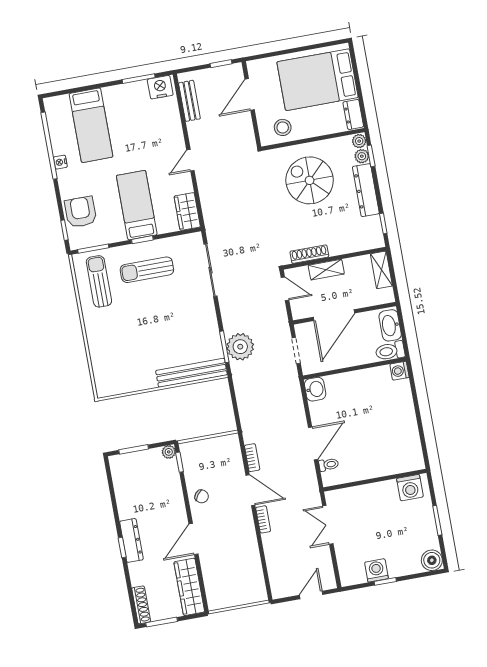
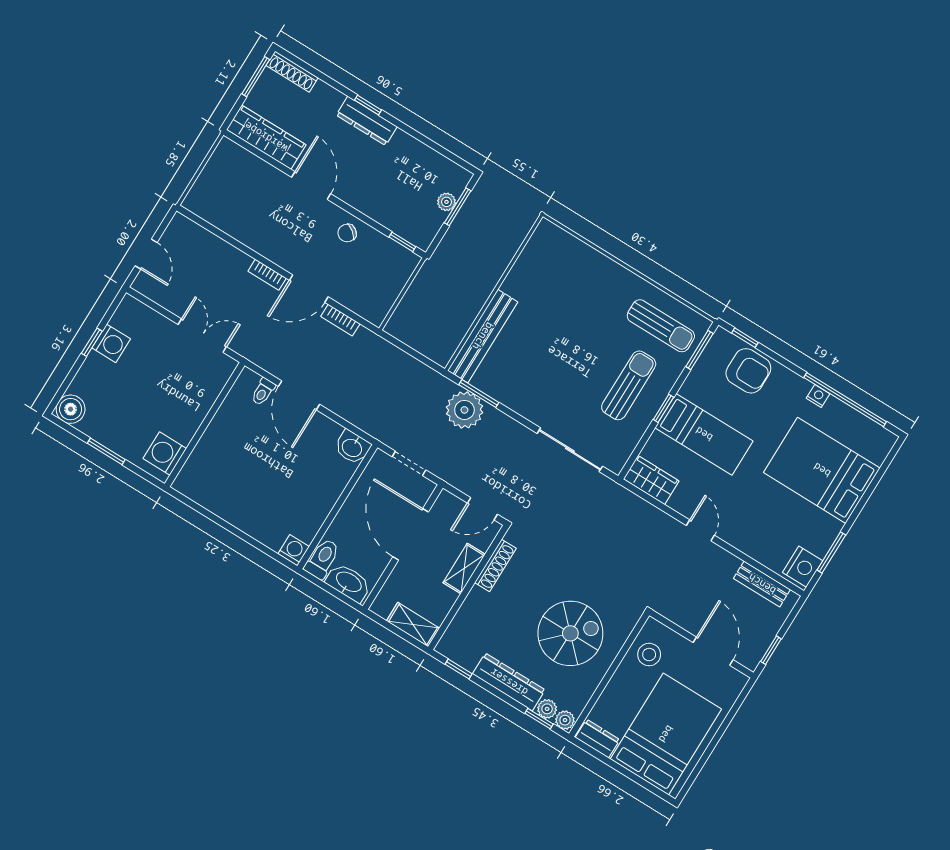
bed: (91, 125) -> (822, 470), width x1.50
plant: (169, 452) -> (446, 202), moved

